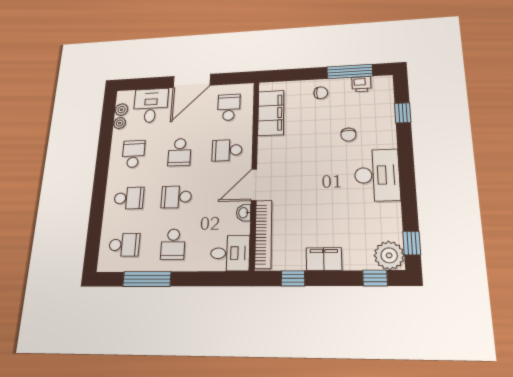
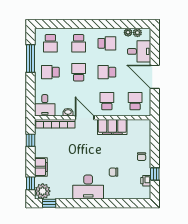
window: (350, 71) -> (155, 174), width x0.46
school desk: (229, 107) -> (135, 101), turned -90
filing cabinet: (271, 113) -> (112, 127), moved
window: (403, 113) -> (126, 203), removed
filing cabinet: (324, 259) -> (41, 167), moved

